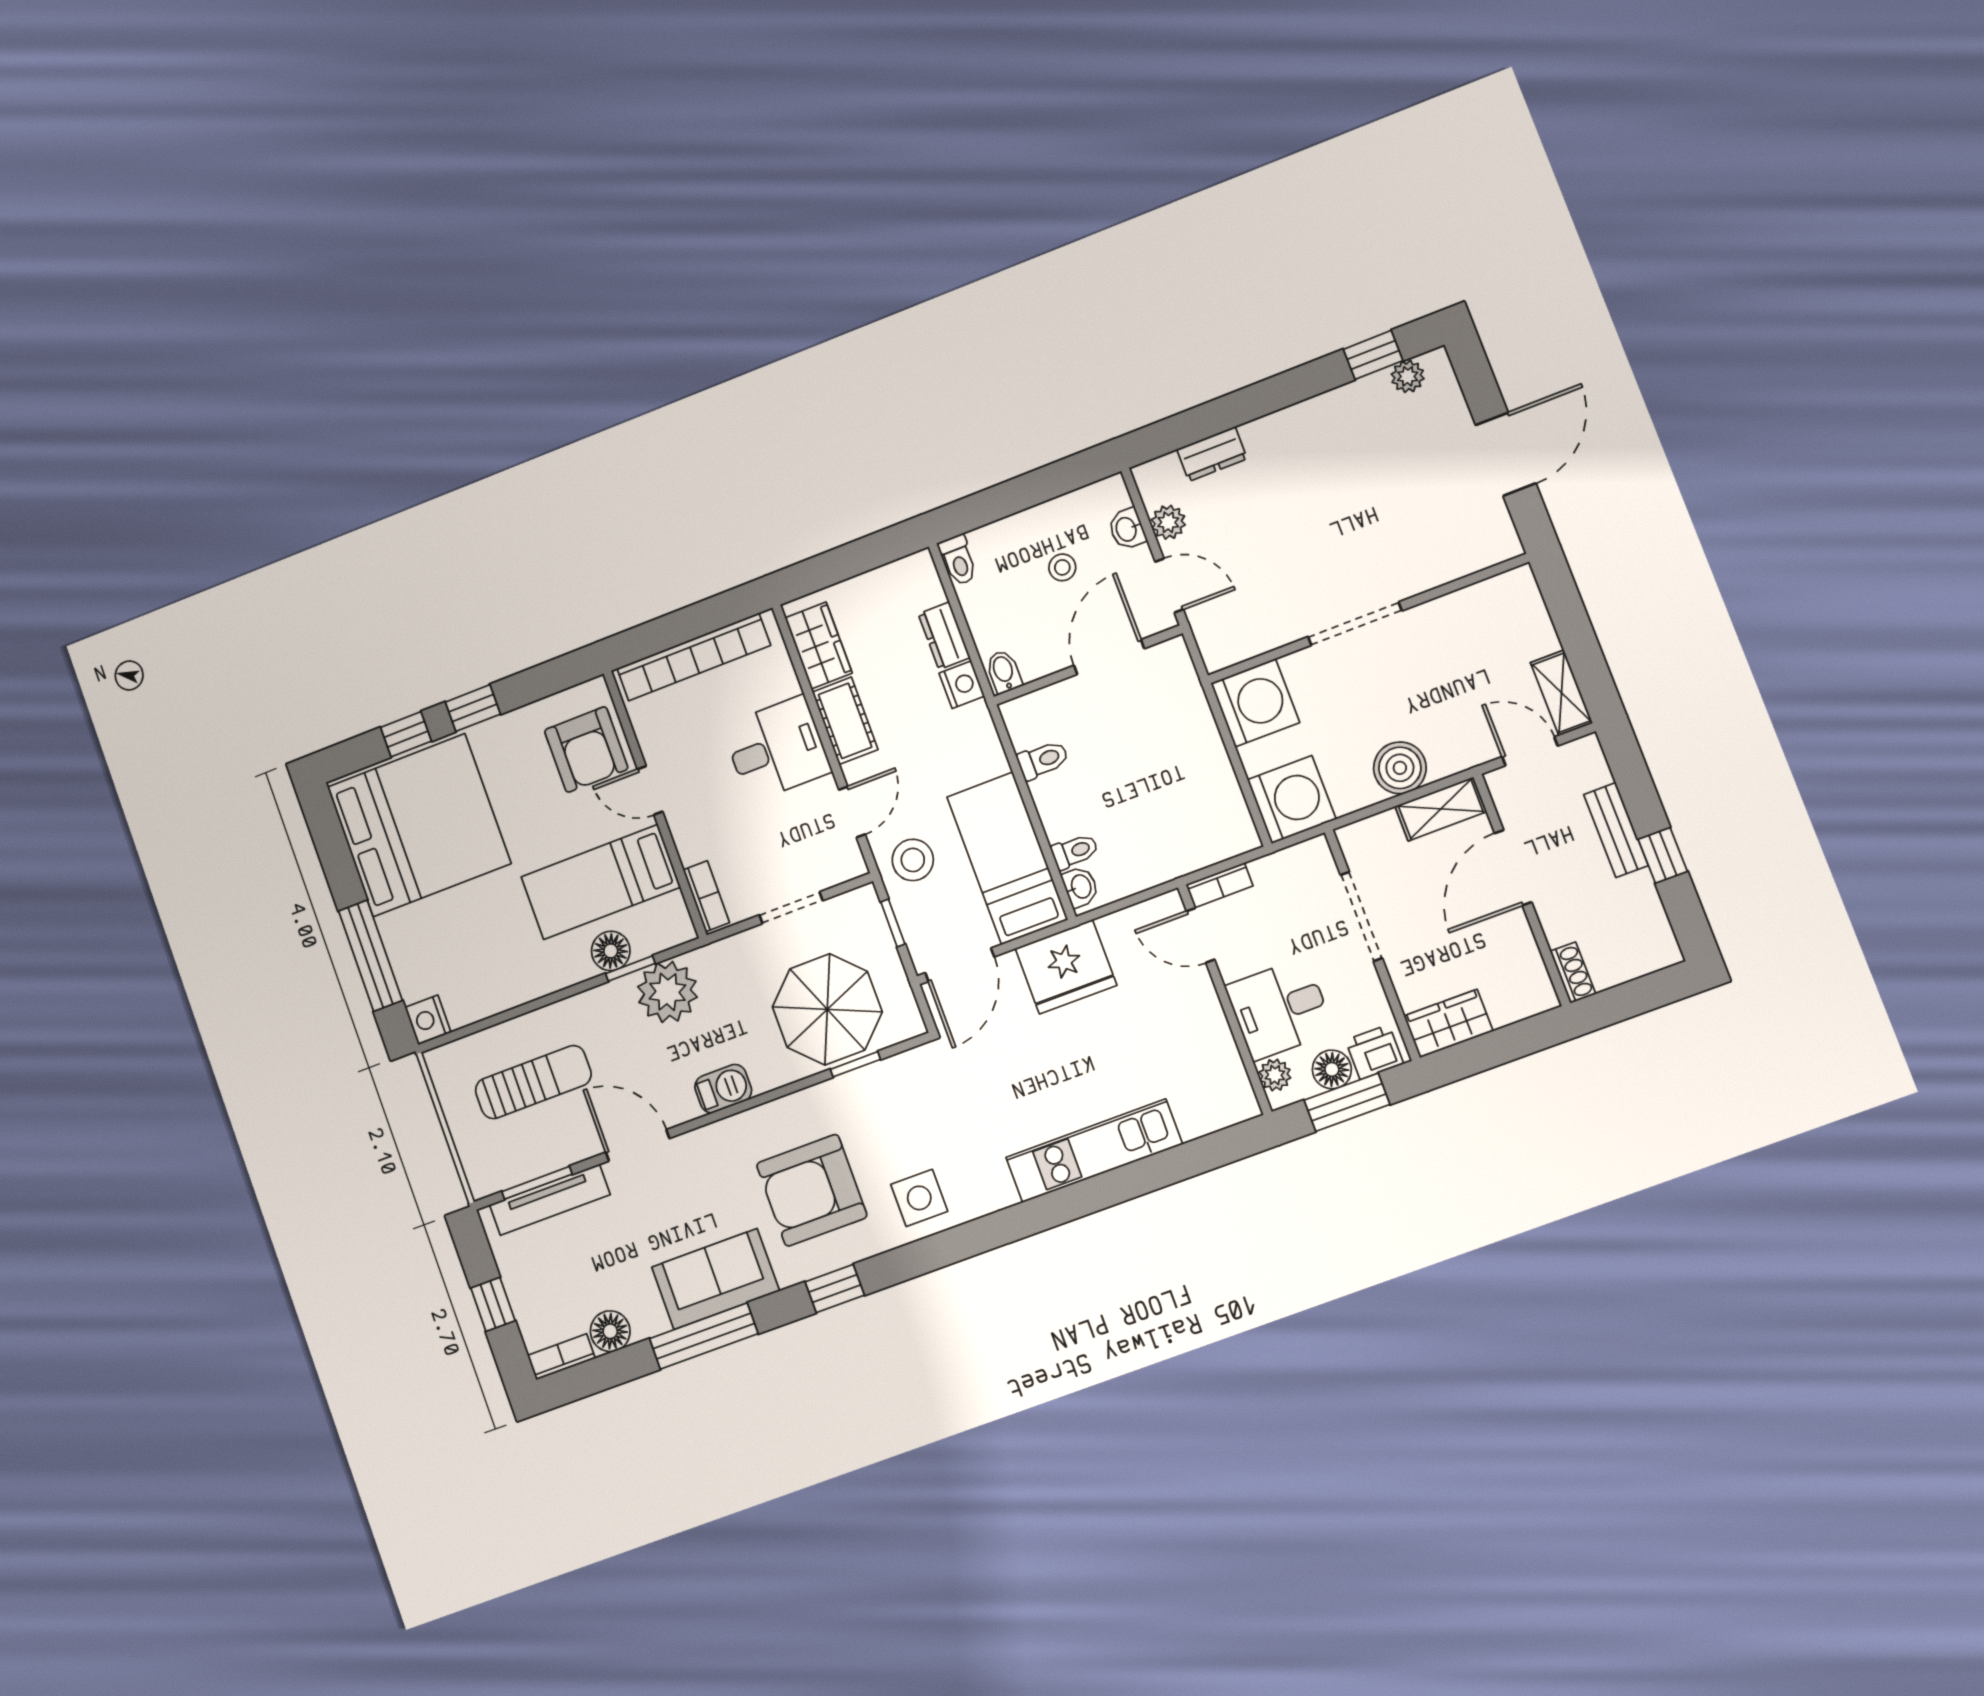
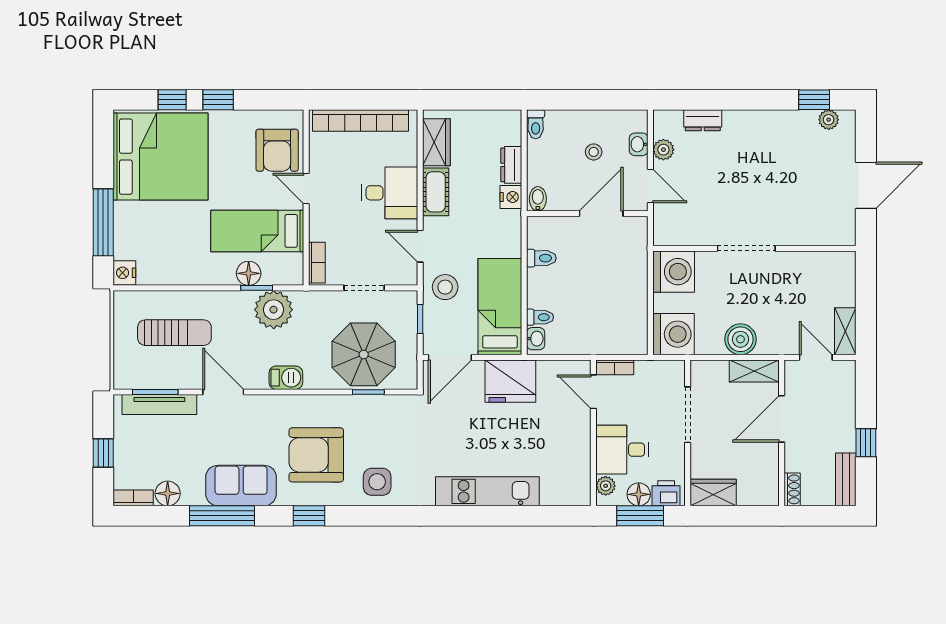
door: (852, 812) -> (420, 246), swing flipped
bench: (1616, 830) -> (846, 479), moved

